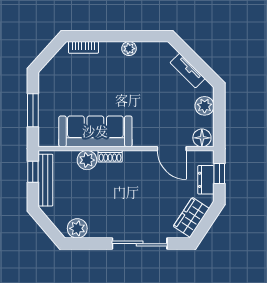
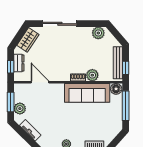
window: (33, 110) -> (126, 106), width x1.44
window: (219, 117) -> (11, 102), added
floor lamp: (202, 138) -> (116, 89), moved

